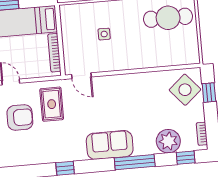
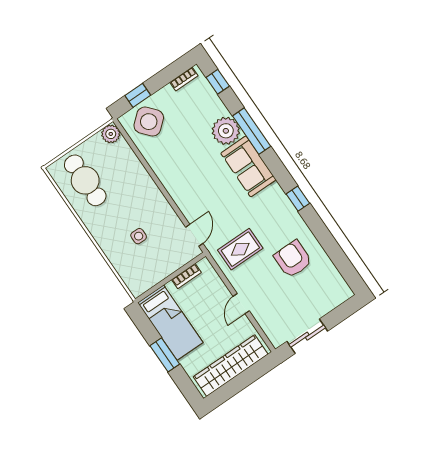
bookcase: (54, 53) -> (186, 276), width x0.64
plant: (192, 56) -> (111, 134), added
armchair: (20, 117) -> (293, 259), moved
plant: (168, 141) -> (226, 131), moved

